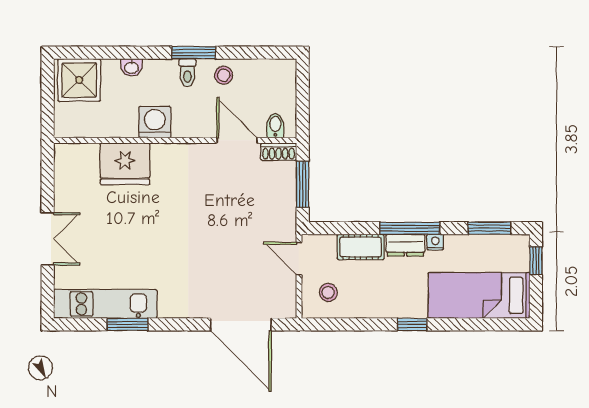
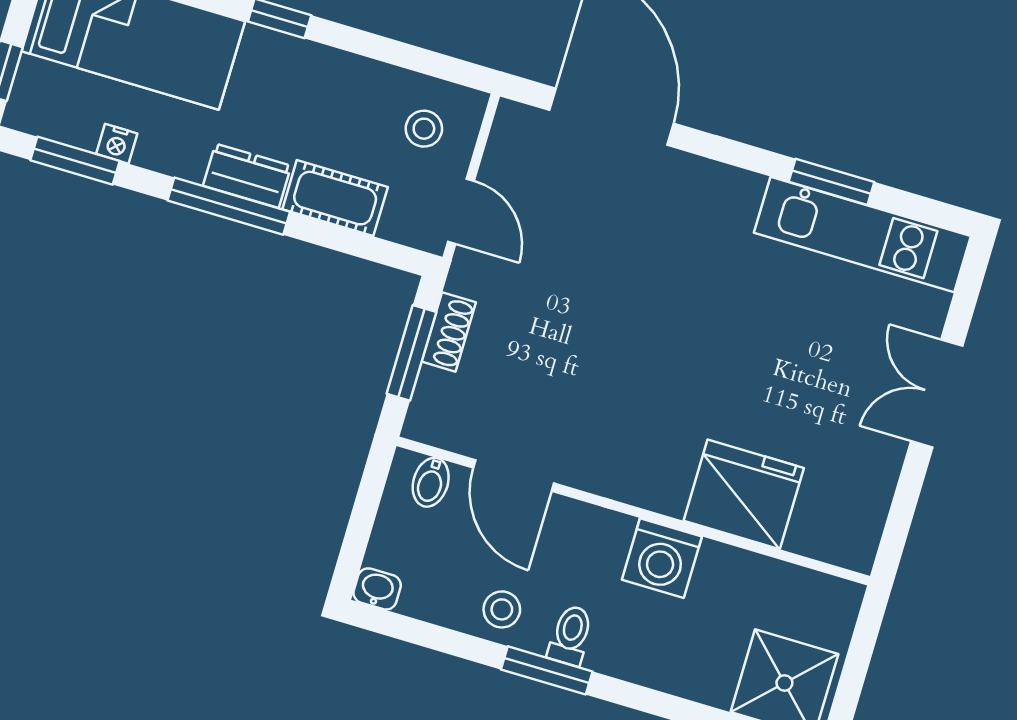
washbasin: (131, 67) -> (377, 589), moved
shoe rack: (279, 152) -> (449, 332), moved, turned 90
nightstand: (435, 242) -> (117, 144), moved

